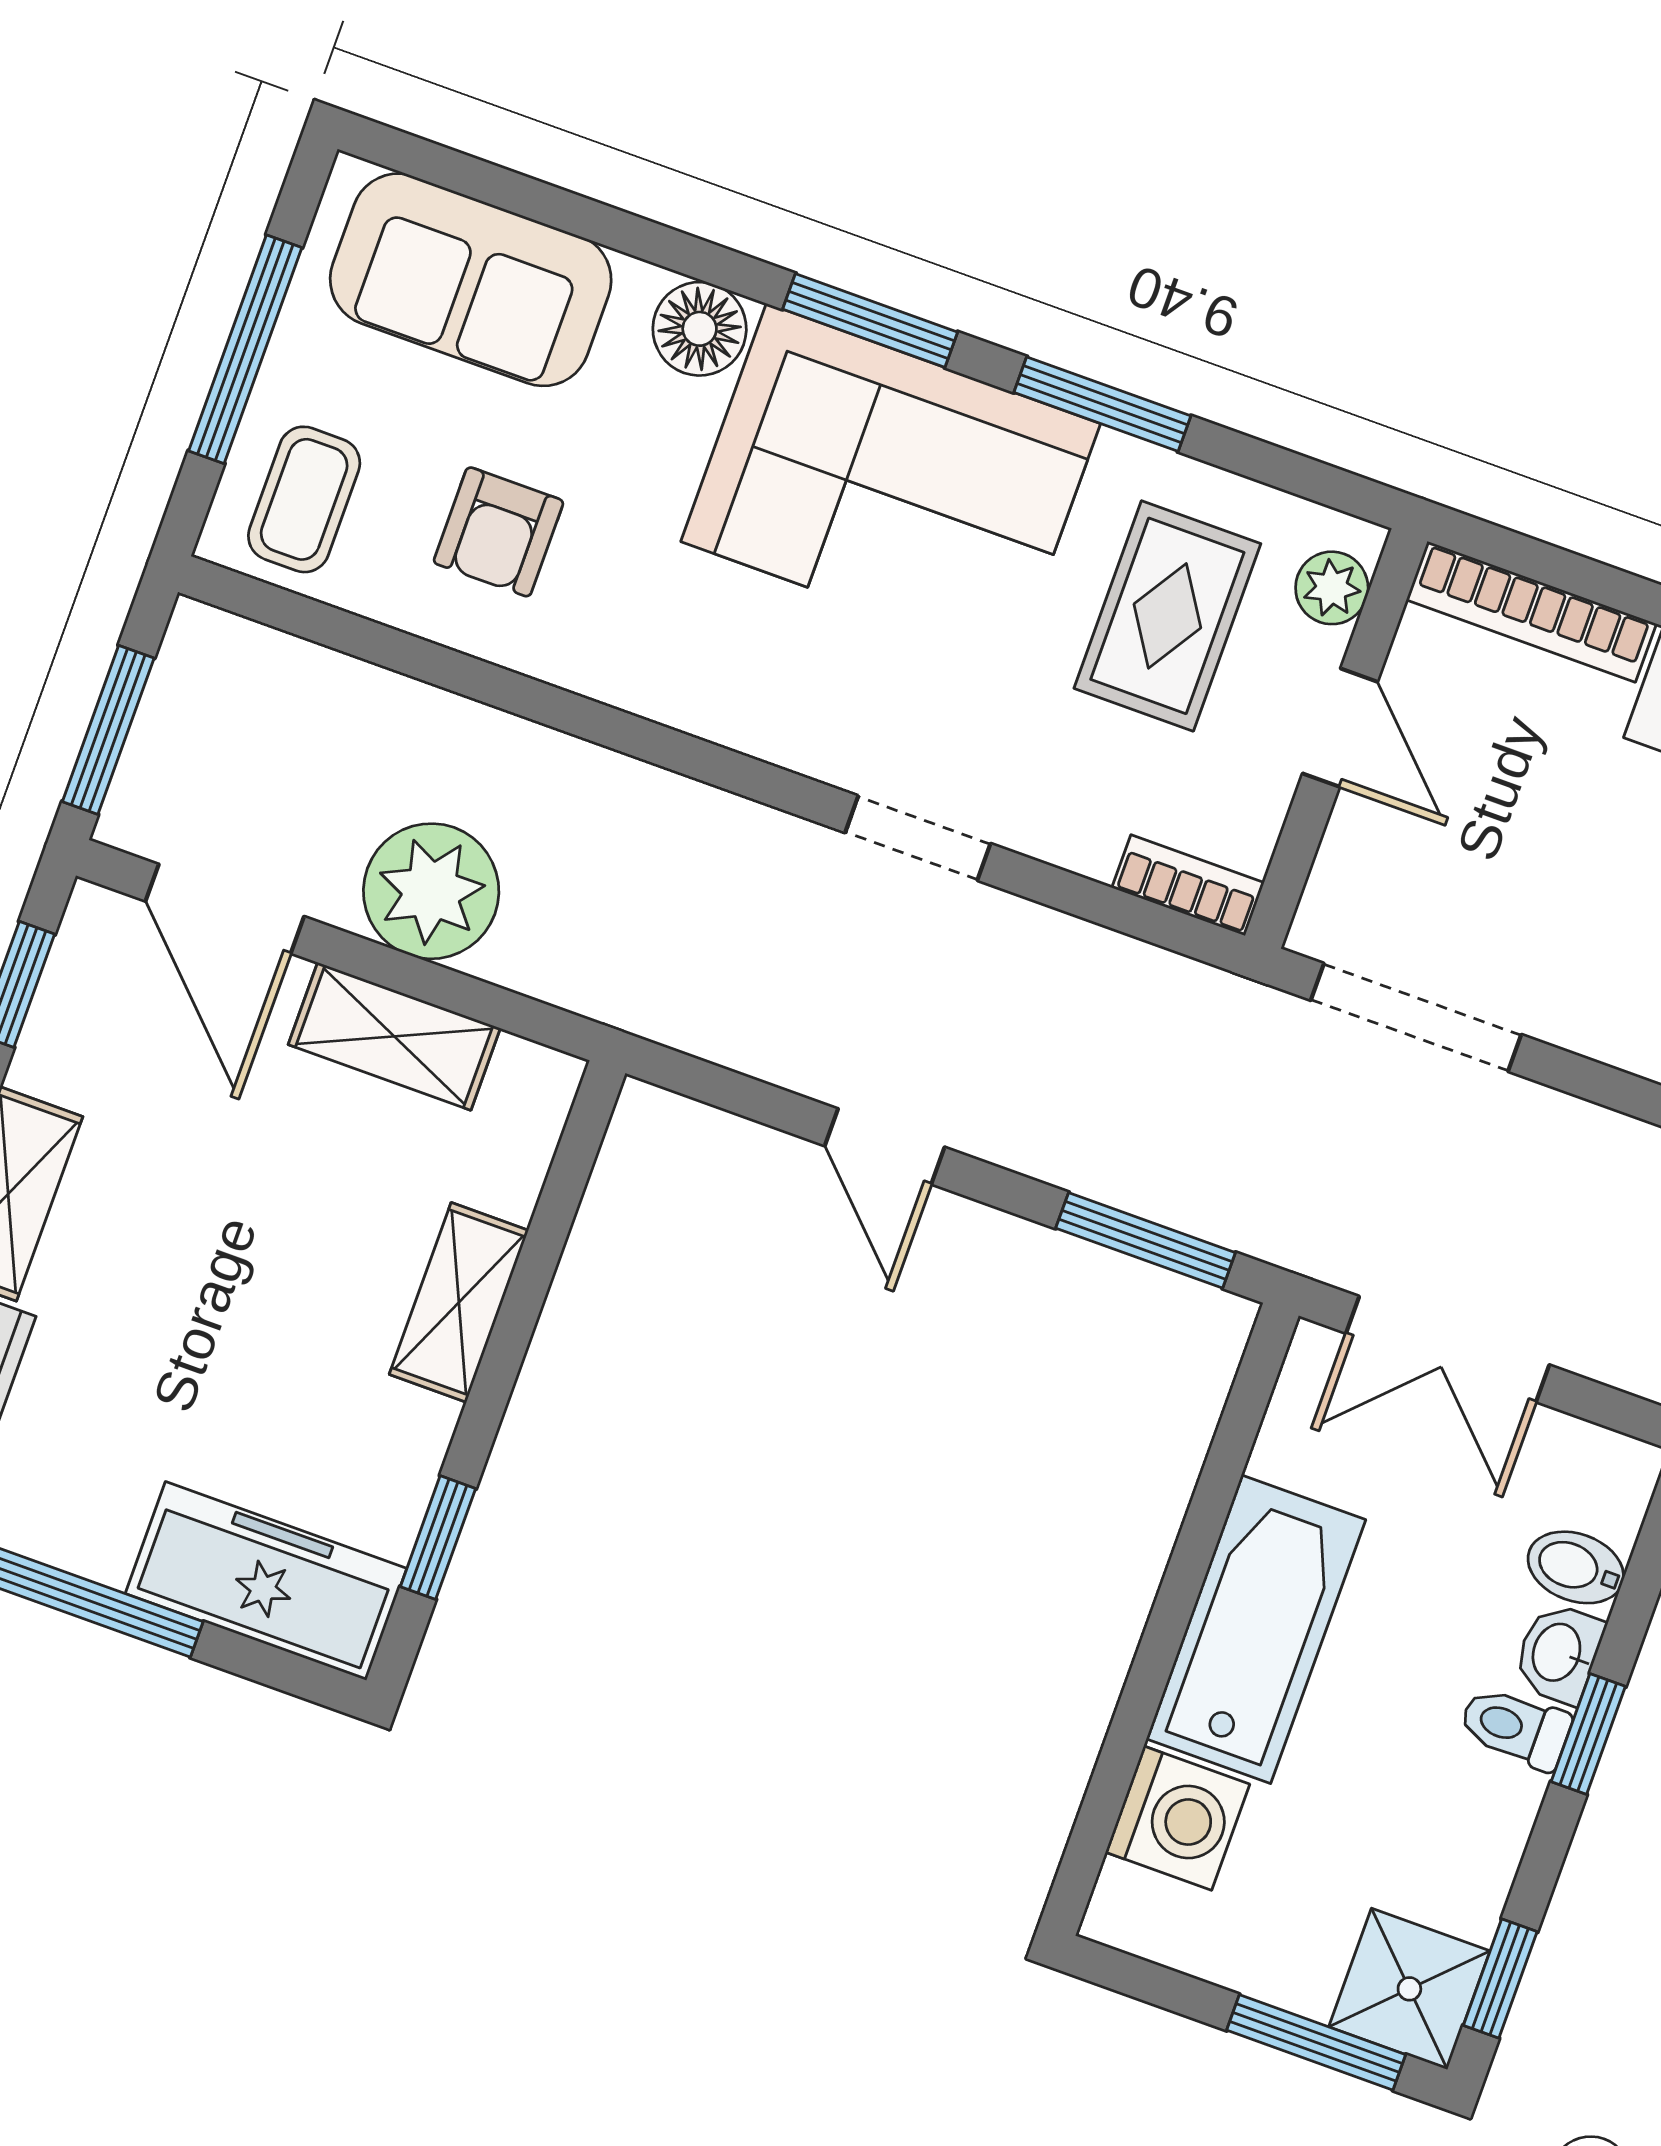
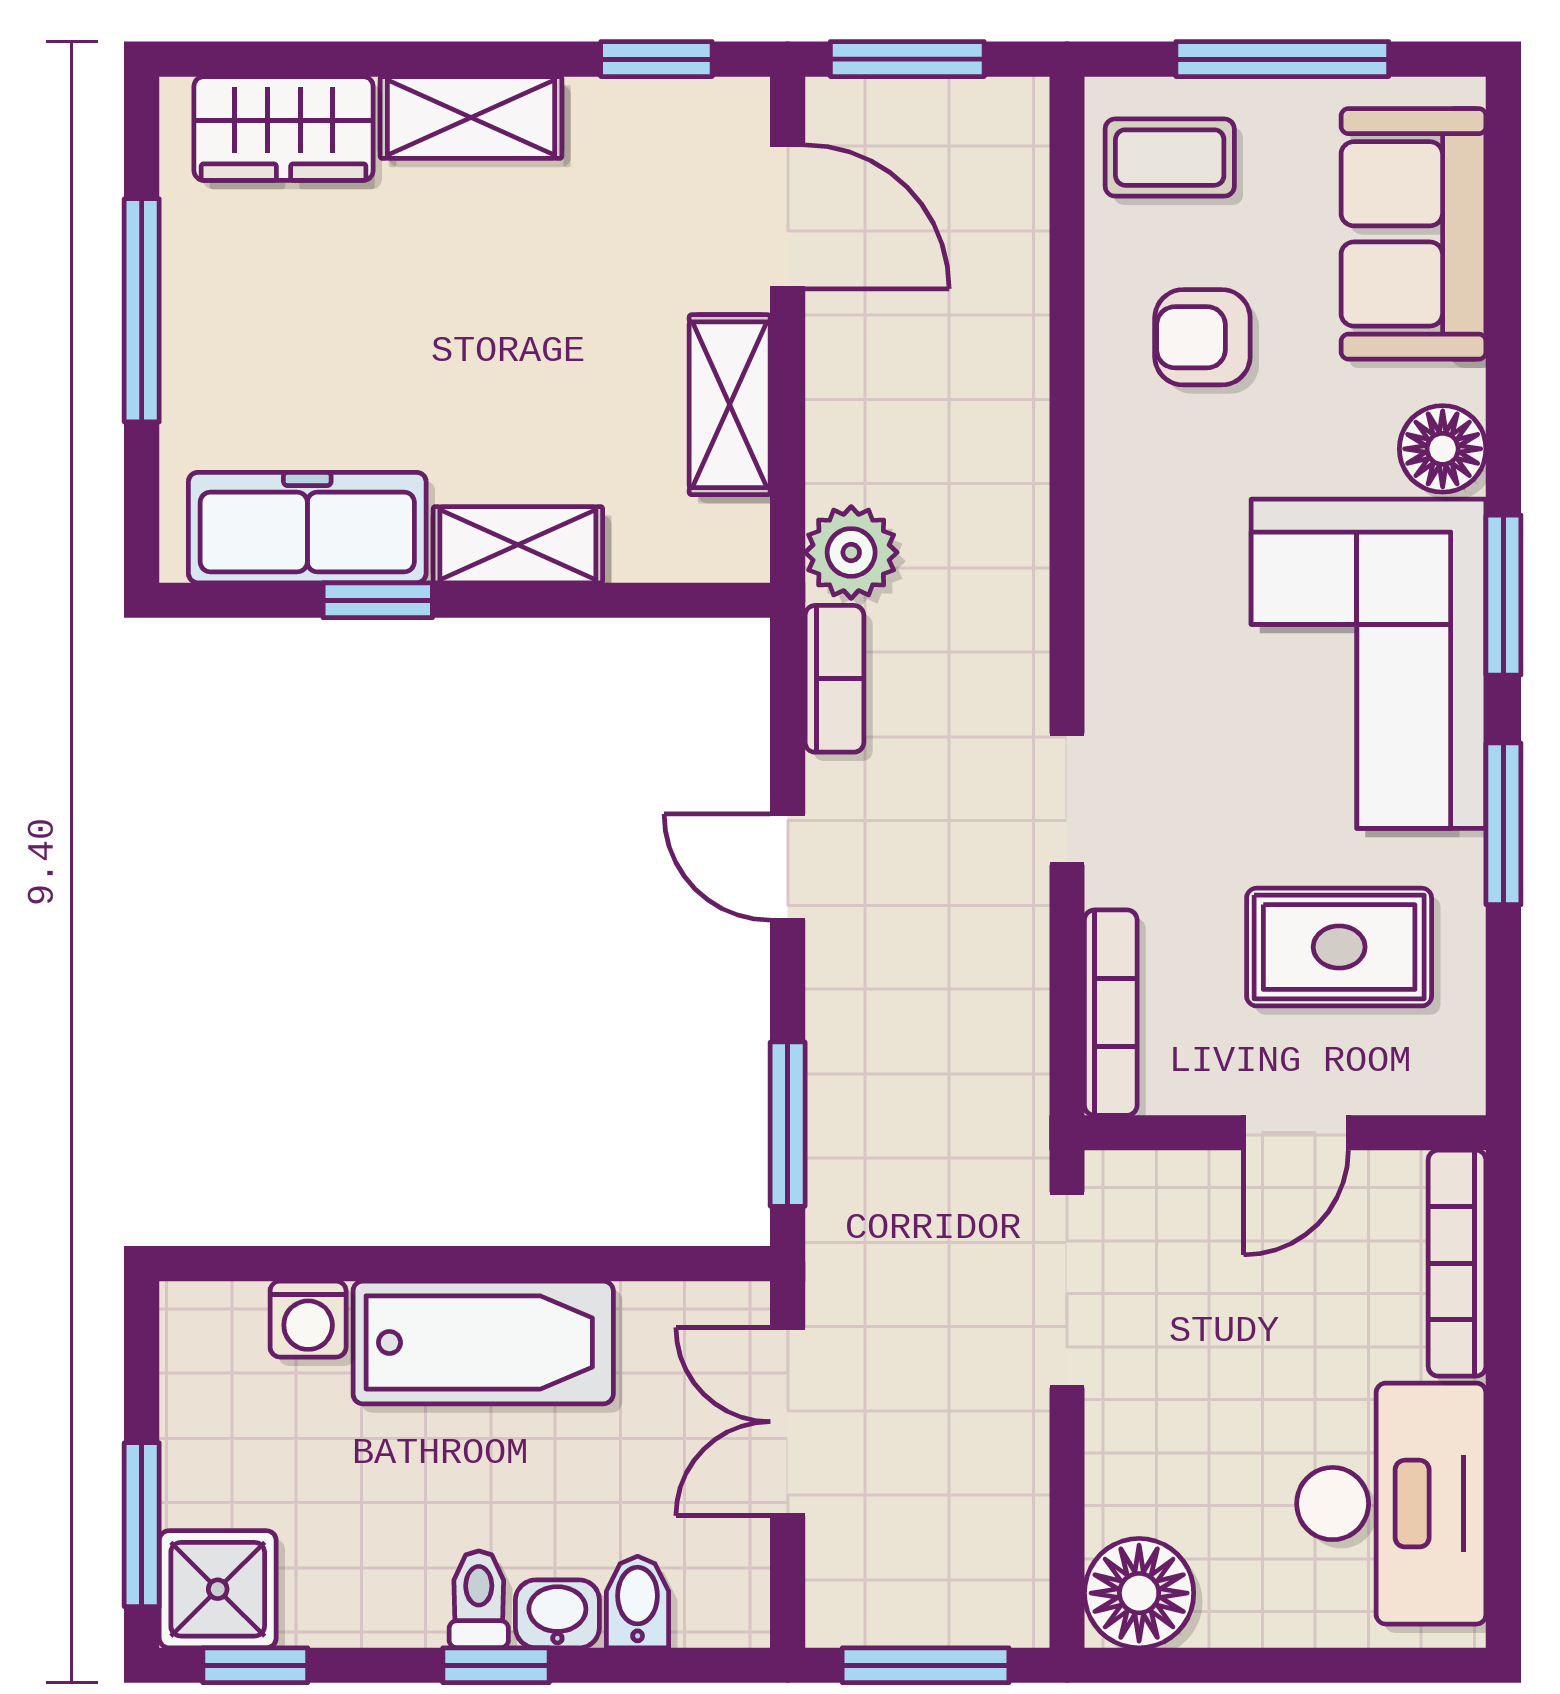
plant: (1332, 588) -> (1415, 1082), removed
bookcase: (1188, 885) -> (1111, 1013), width x1.56
plant: (431, 891) -> (851, 552), moved, width x0.73, depth x0.73
door: (225, 909) -> (788, 217), swing flipped
bookcase: (711, 1030) -> (834, 679), added
door: (885, 1146) -> (788, 867), hinge flipped
window: (438, 1538) -> (378, 600), moved
freezer: (266, 1581) -> (307, 528), moved, turned -90
washing machine: (1178, 1818) -> (308, 1319), width x0.73, depth x0.73

